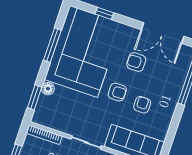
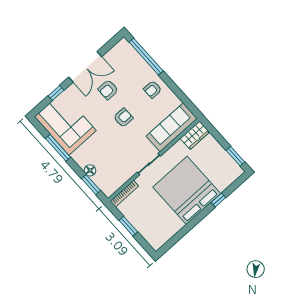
double door: (163, 33) -> (85, 67), moved
corner sofa: (83, 51) -> (65, 124), width x0.73, depth x0.74
armchair: (142, 105) -> (153, 89), moved, turned -90

